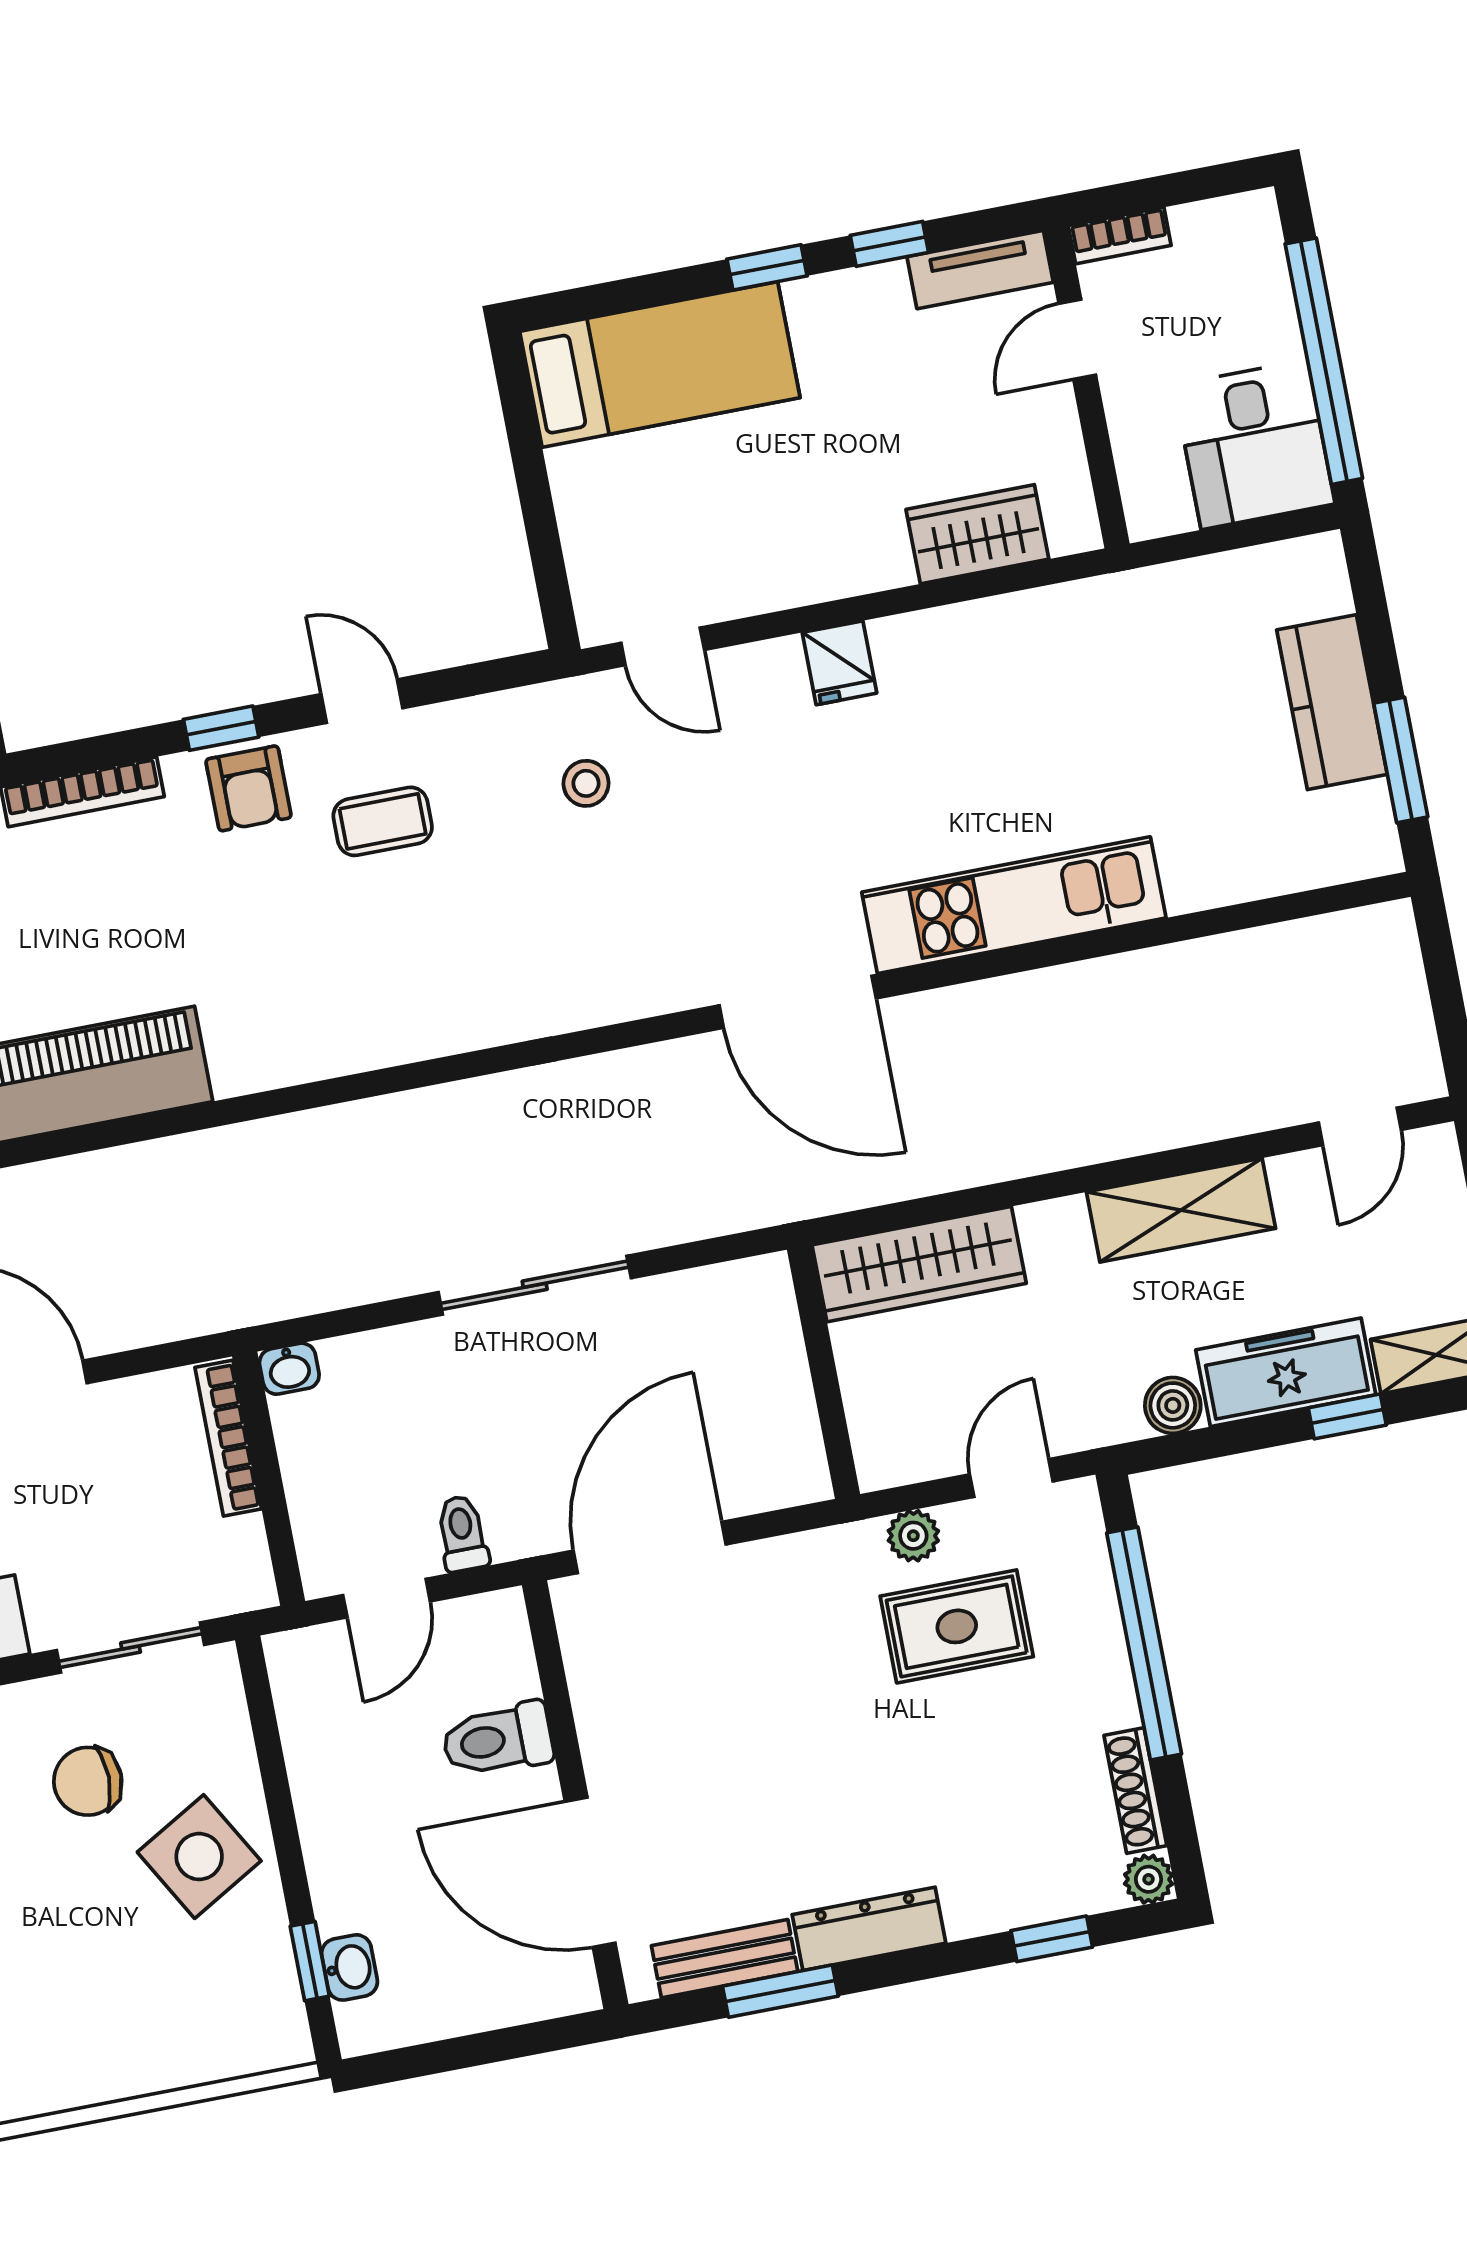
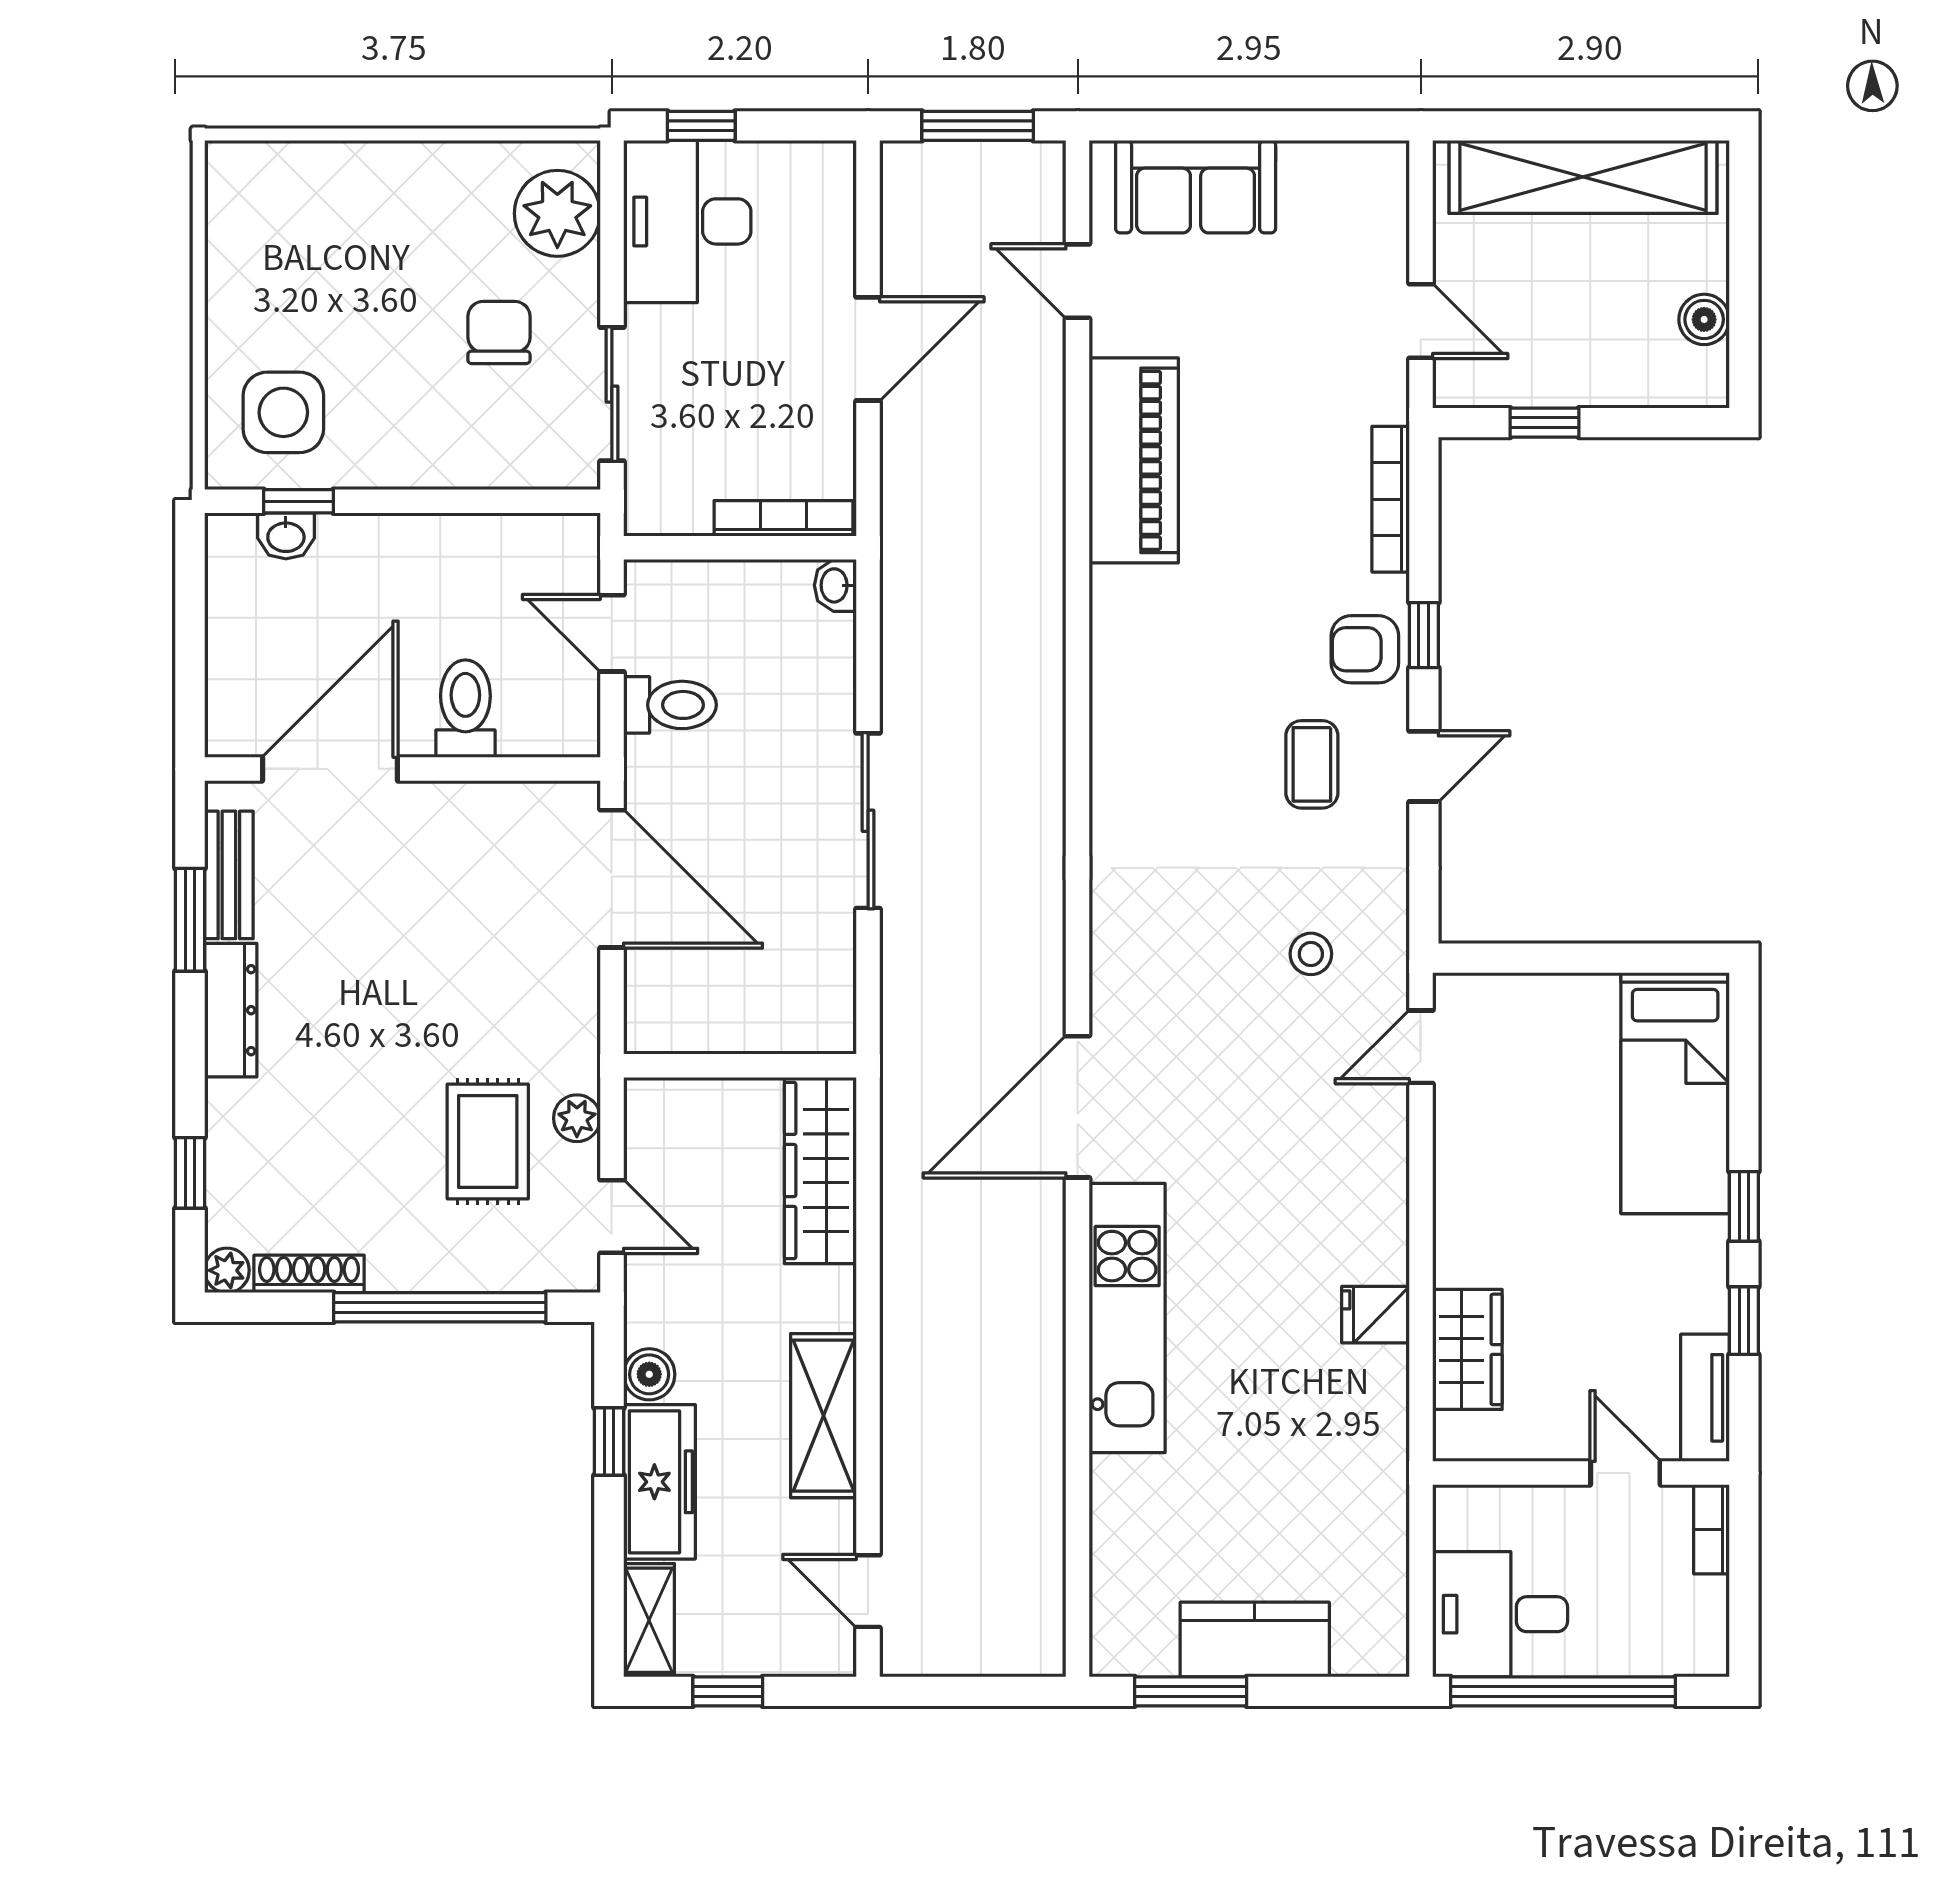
fridge: (839, 663) -> (1375, 1315), moved
window: (1347, 1416) -> (609, 1441), moved
toilet: (462, 1534) -> (670, 705), width x1.37, depth x1.39
side table: (199, 1857) -> (283, 412), moved, turned 30

